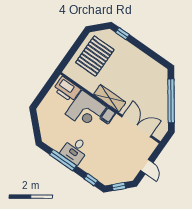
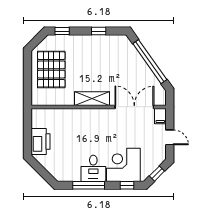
window: (149, 52) -> (99, 31), added
printer: (67, 89) -> (41, 142), moved, turned -90
corner desk: (86, 111) -> (123, 165), moved, turned 180
filing cabinet: (108, 116) -> (160, 116), moved

